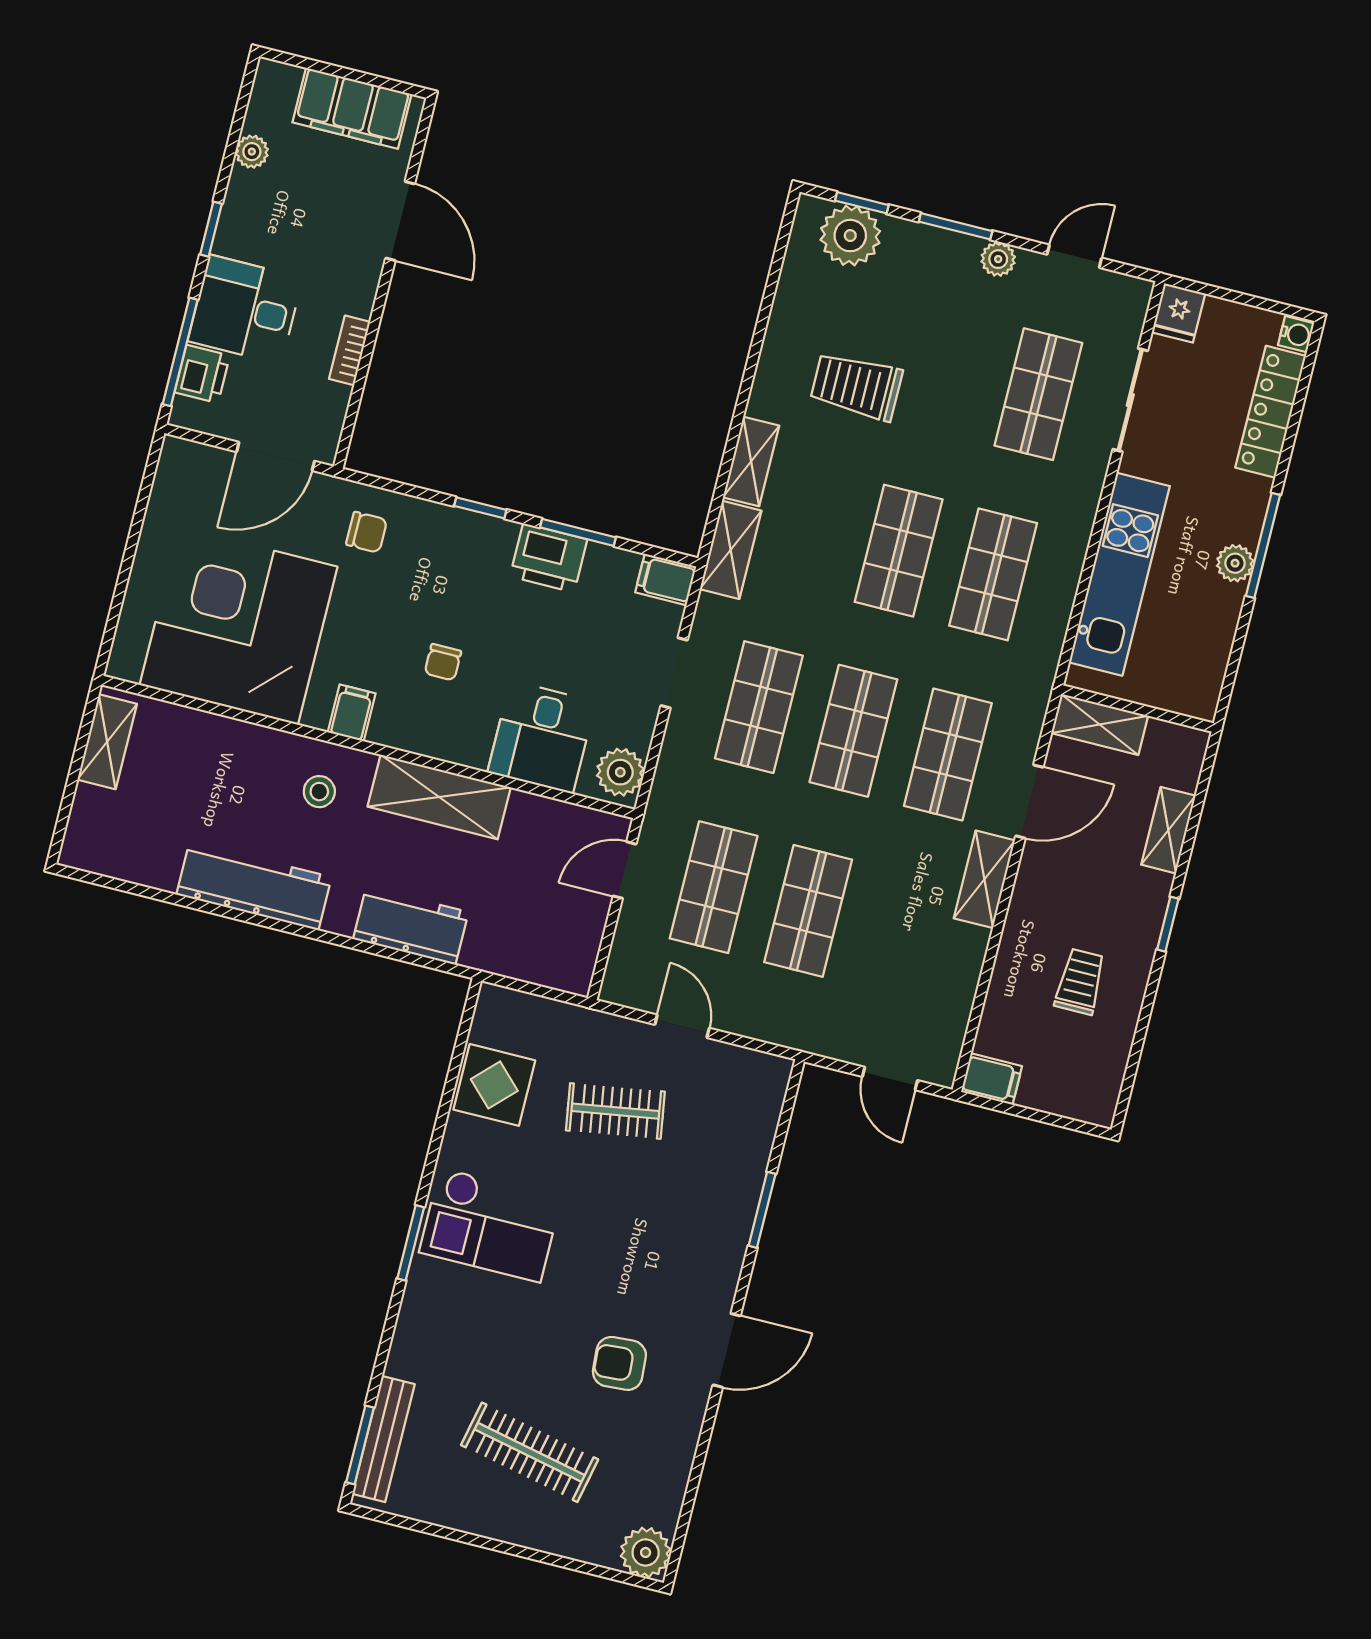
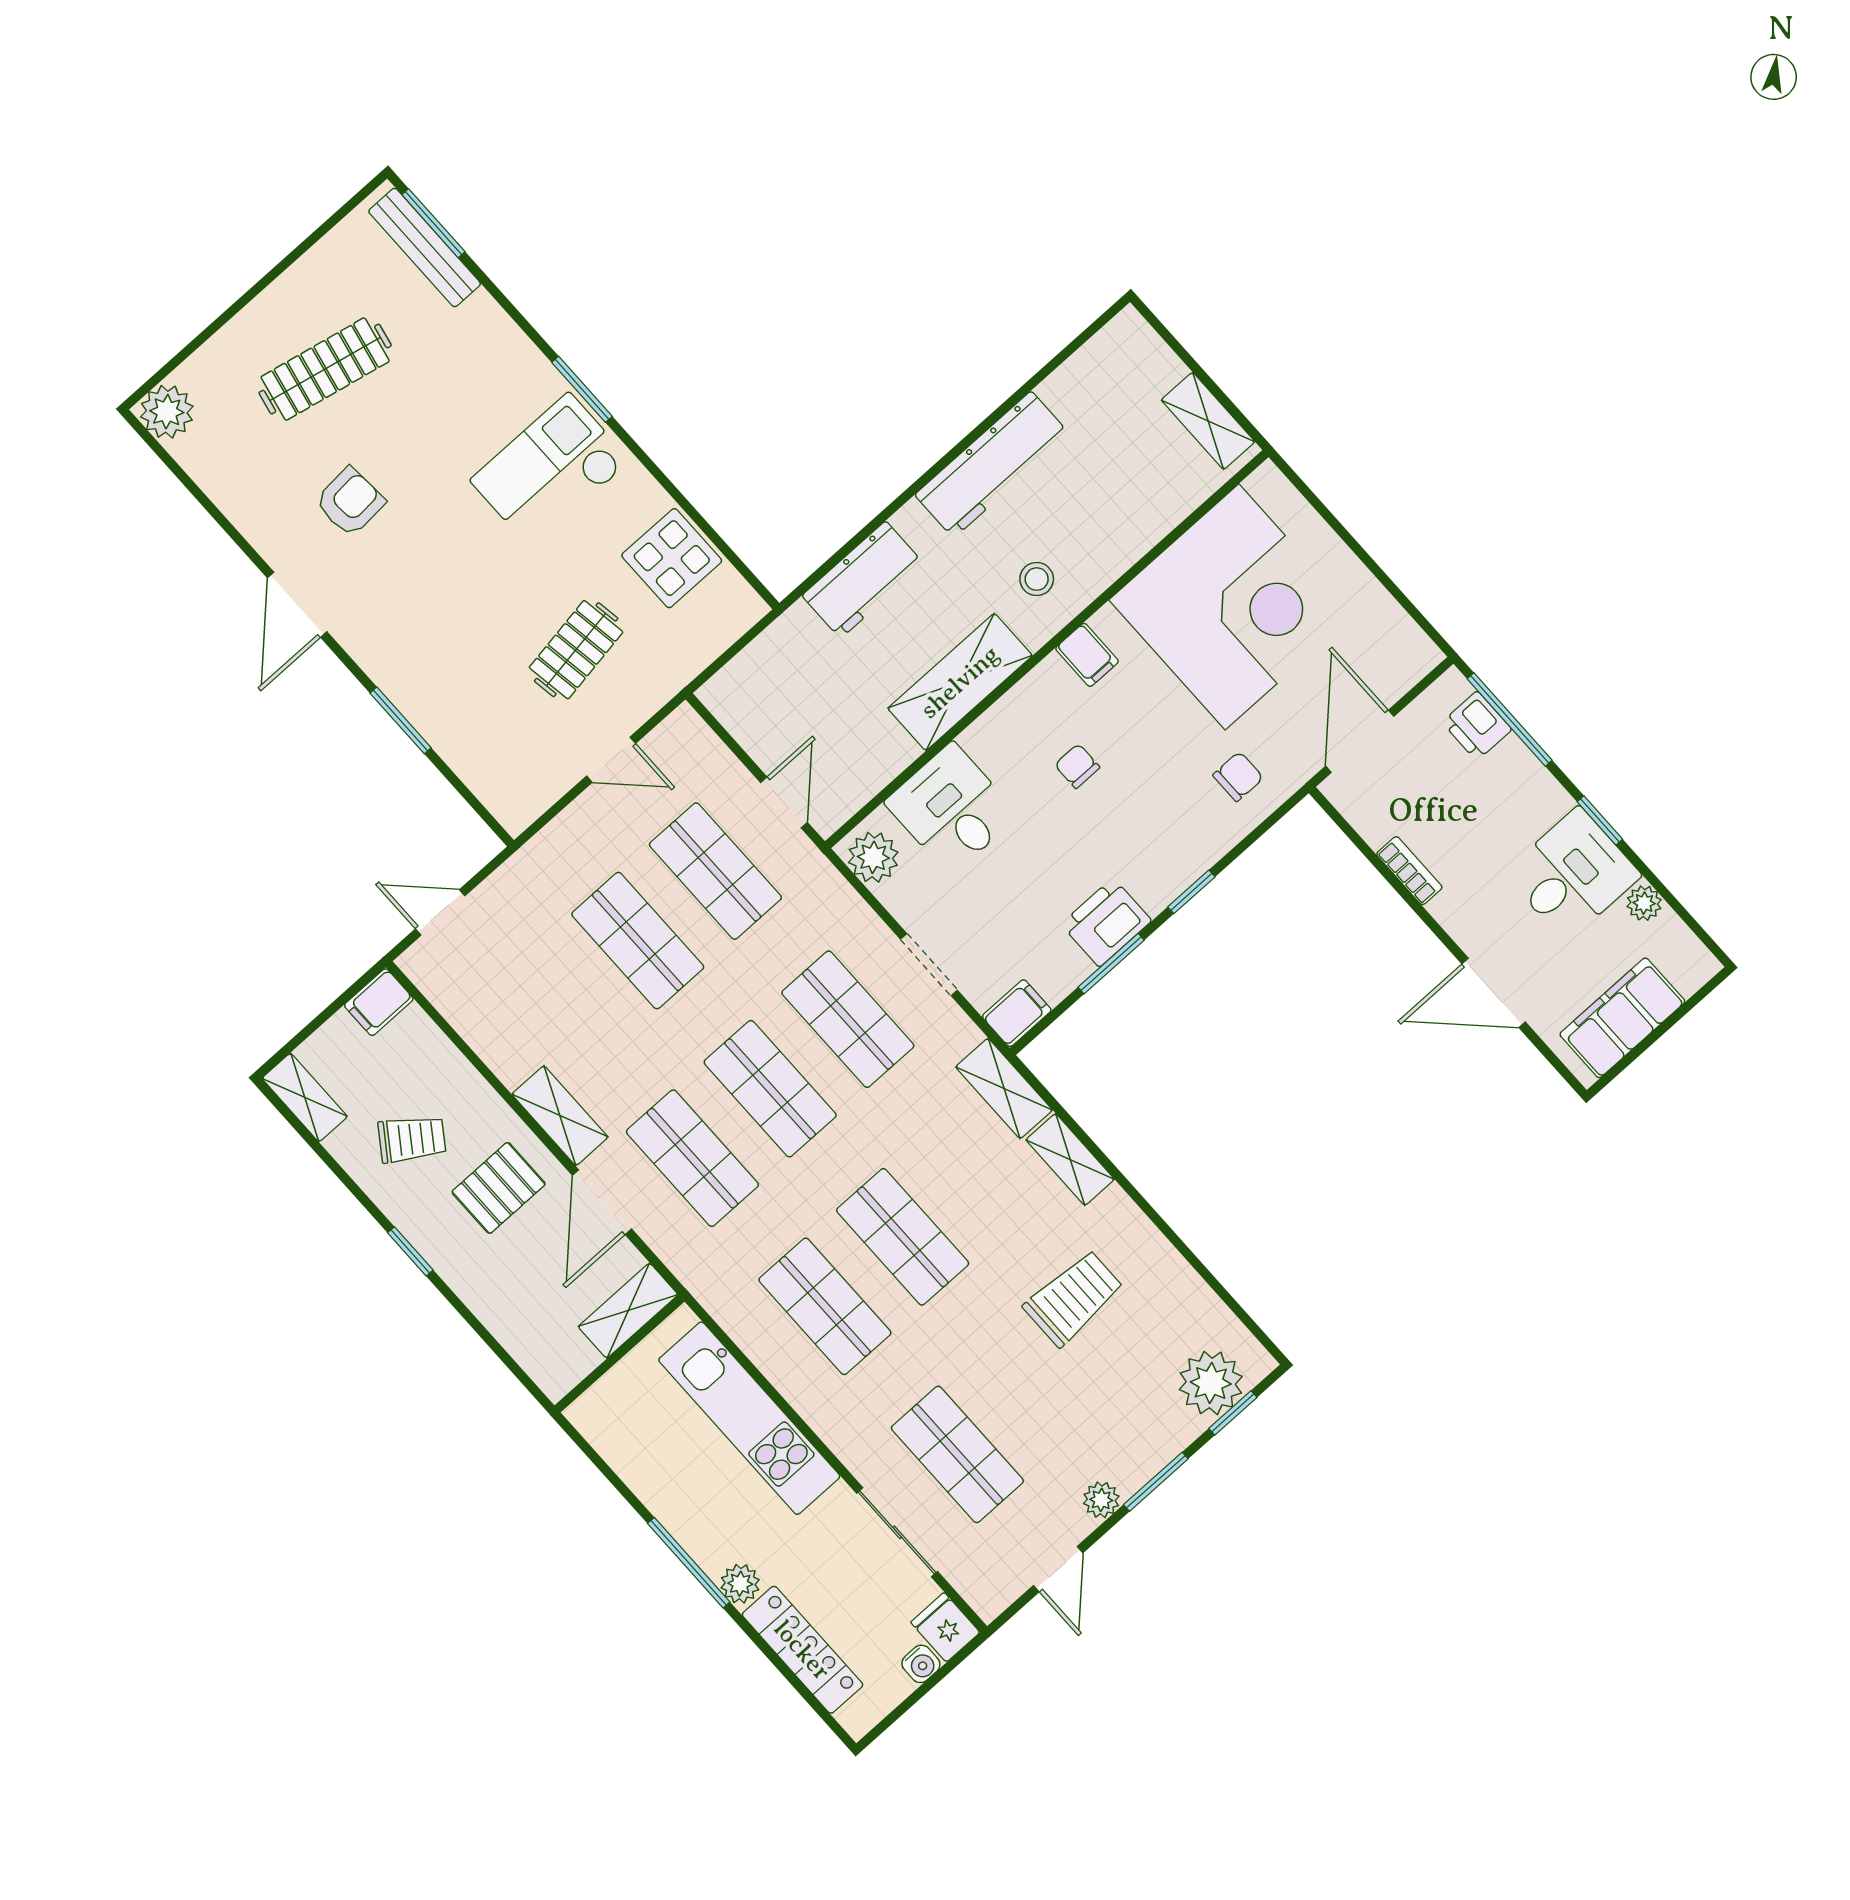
desk: (245, 309) -> (1572, 874), moved
water cooler: (1296, 334) -> (921, 1664), moved, turned -90
chair: (367, 532) -> (1238, 777), turned 180
plant: (1235, 563) -> (740, 1584), moved
shelving: (1168, 830) -> (305, 1097), moved
pallet: (1073, 889) -> (499, 1188), added
trolley: (1080, 982) -> (412, 1139), turned -55

